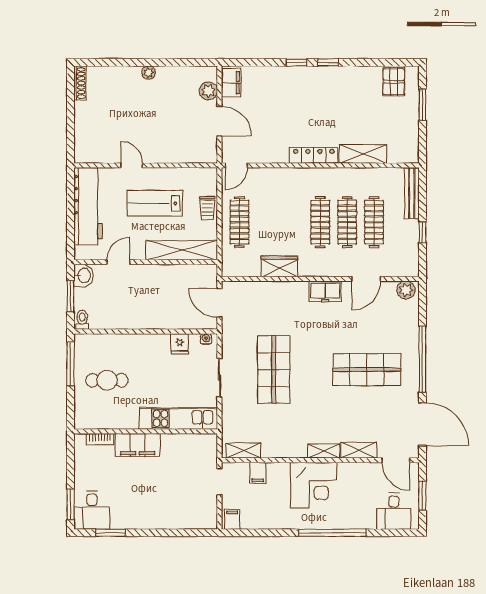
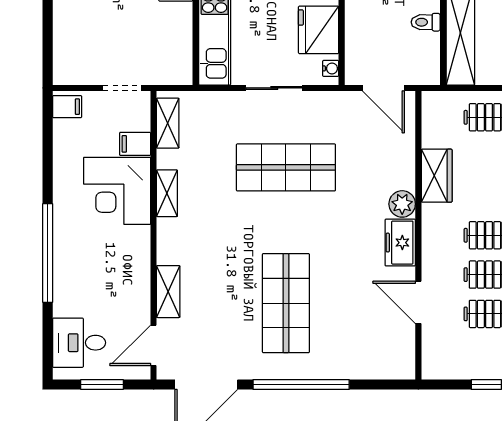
toilet: (174, 274) -> (426, 22), added
plant: (406, 290) -> (402, 204), moved
door: (219, 303) -> (383, 88), swing flipped
fridge: (180, 344) -> (319, 30), width x1.88, depth x1.34
shelving: (324, 451) -> (167, 193), moved
corner desk: (314, 485) -> (117, 191), moved

